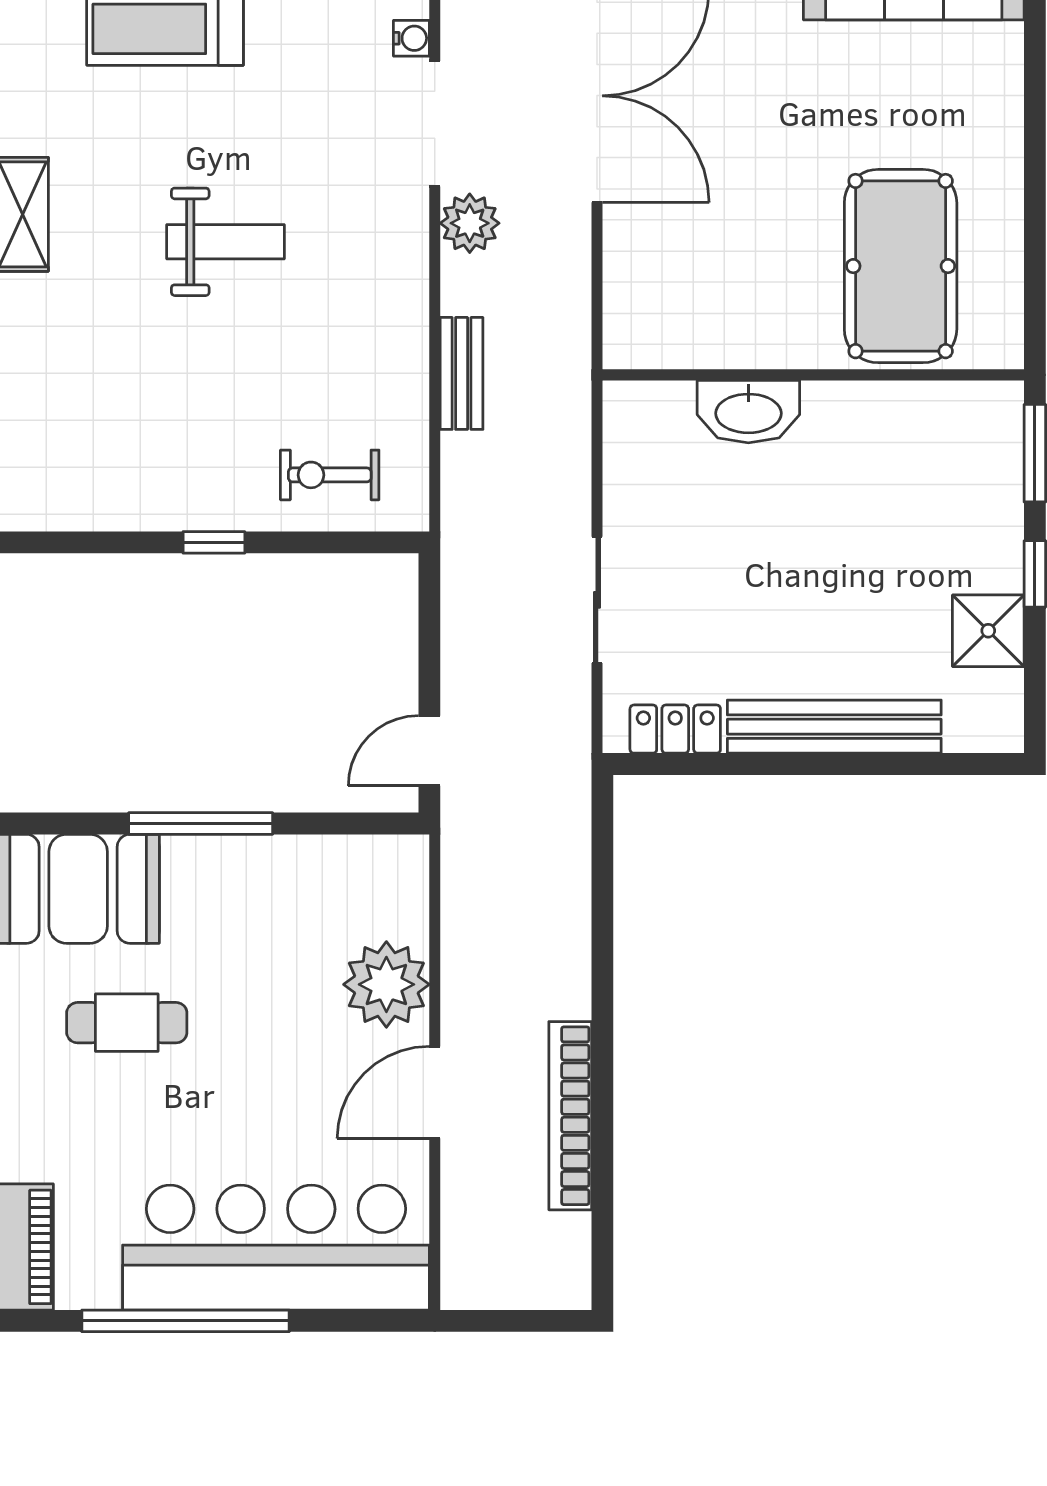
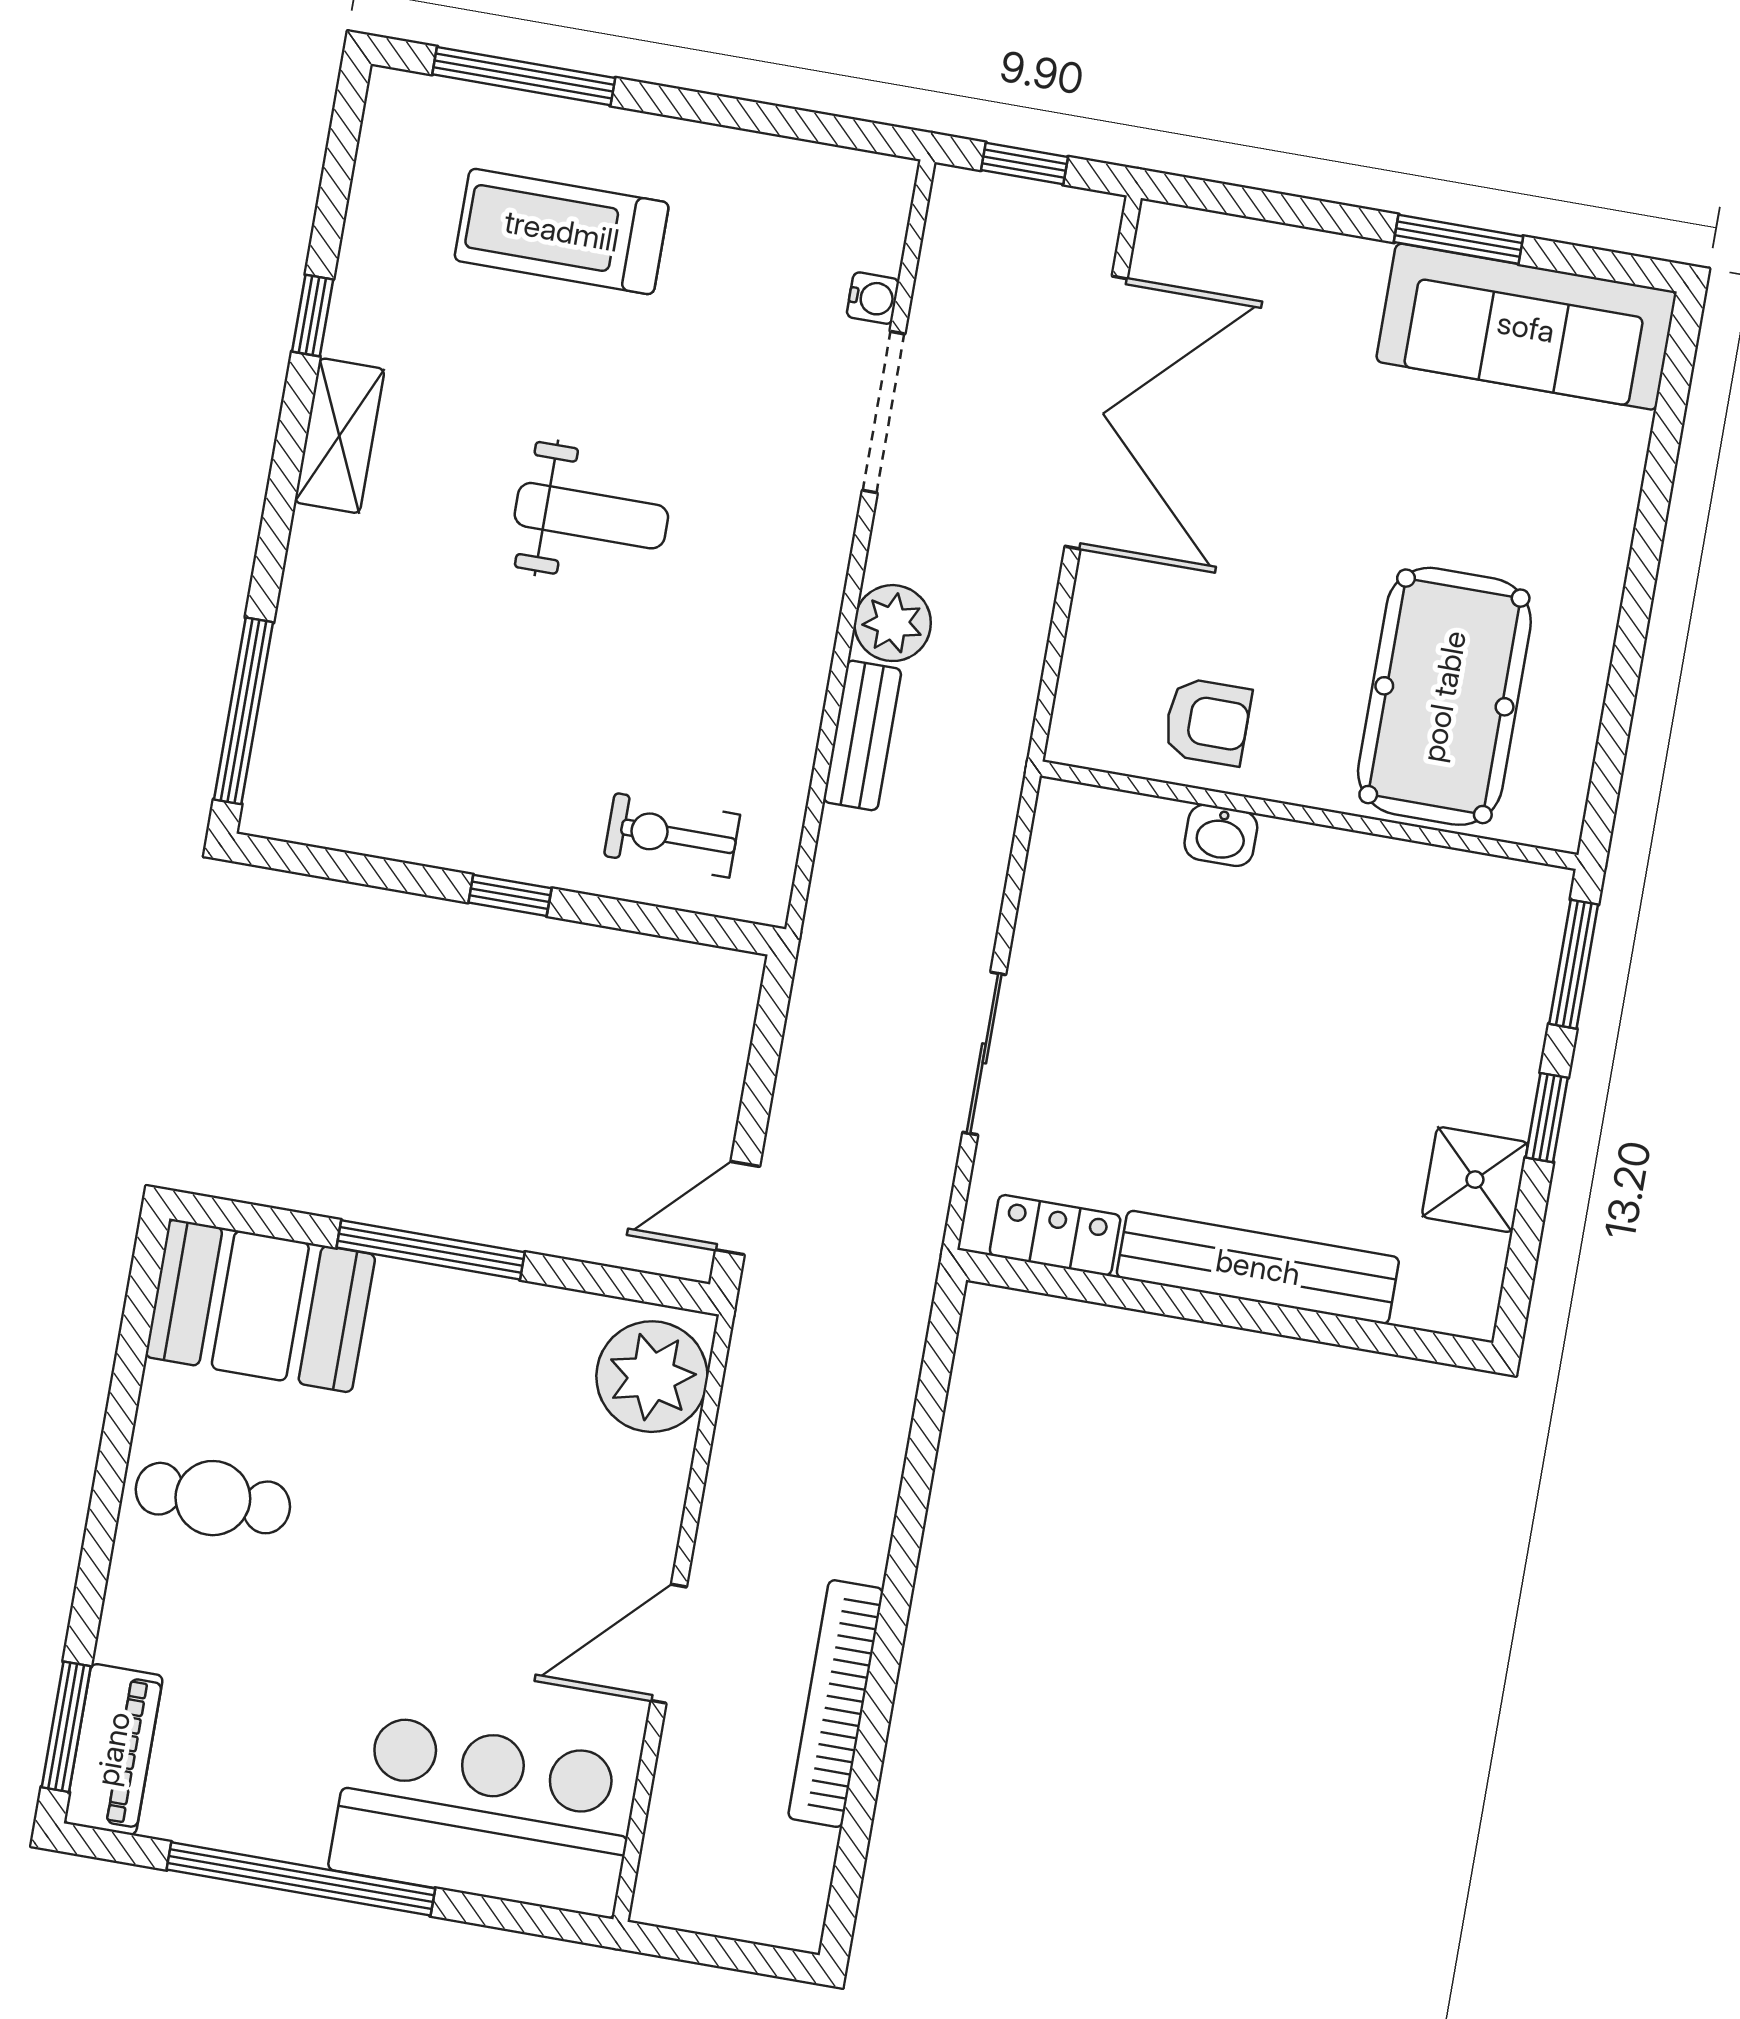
plant: (470, 223) -> (893, 623), moved
armchair: (723, 317) -> (1207, 722), added
washbasin: (748, 412) -> (1221, 835), width x0.52, depth x0.69
plant: (386, 984) -> (652, 1377), moved
cafe table: (127, 1023) -> (213, 1498), moved
bar counter: (276, 1248) -> (484, 1815), width x0.73

